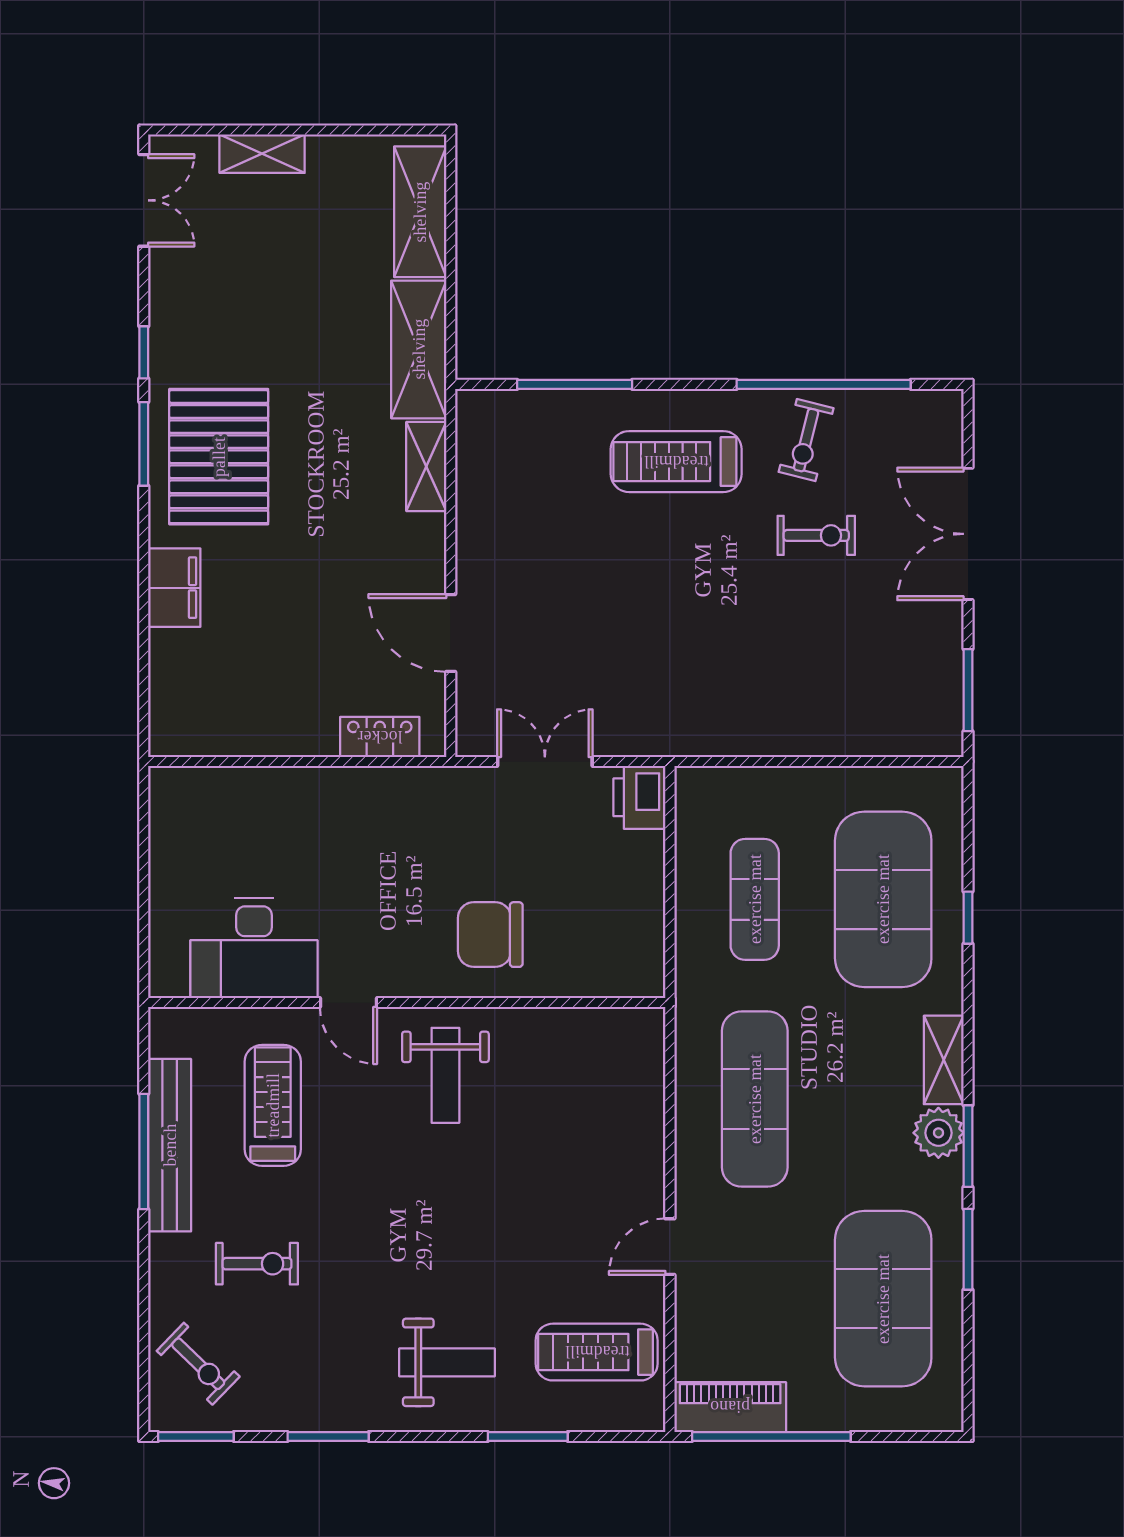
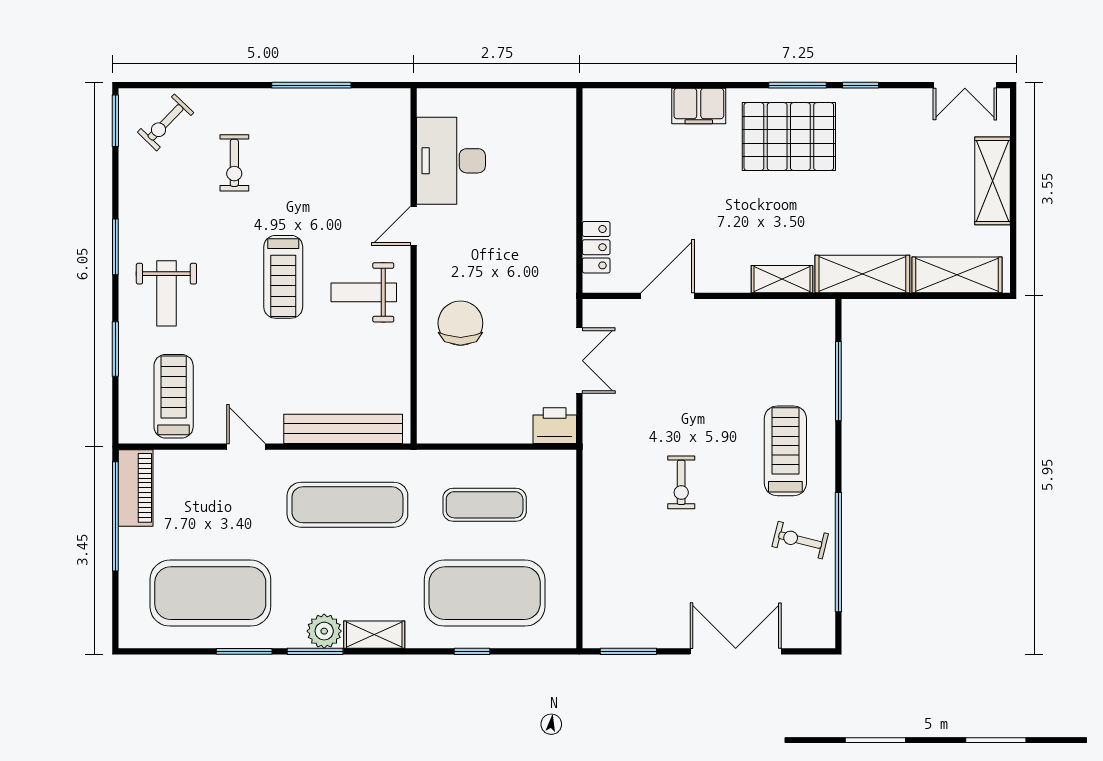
shelving: (262, 154) -> (993, 181), width x1.50, depth x1.33
exercise bike: (816, 535) -> (681, 482), moved
treadmill: (273, 1105) -> (283, 277), moved, turned 90
bench: (170, 1145) -> (343, 429), moved
window: (328, 1437) -> (115, 247), moved

